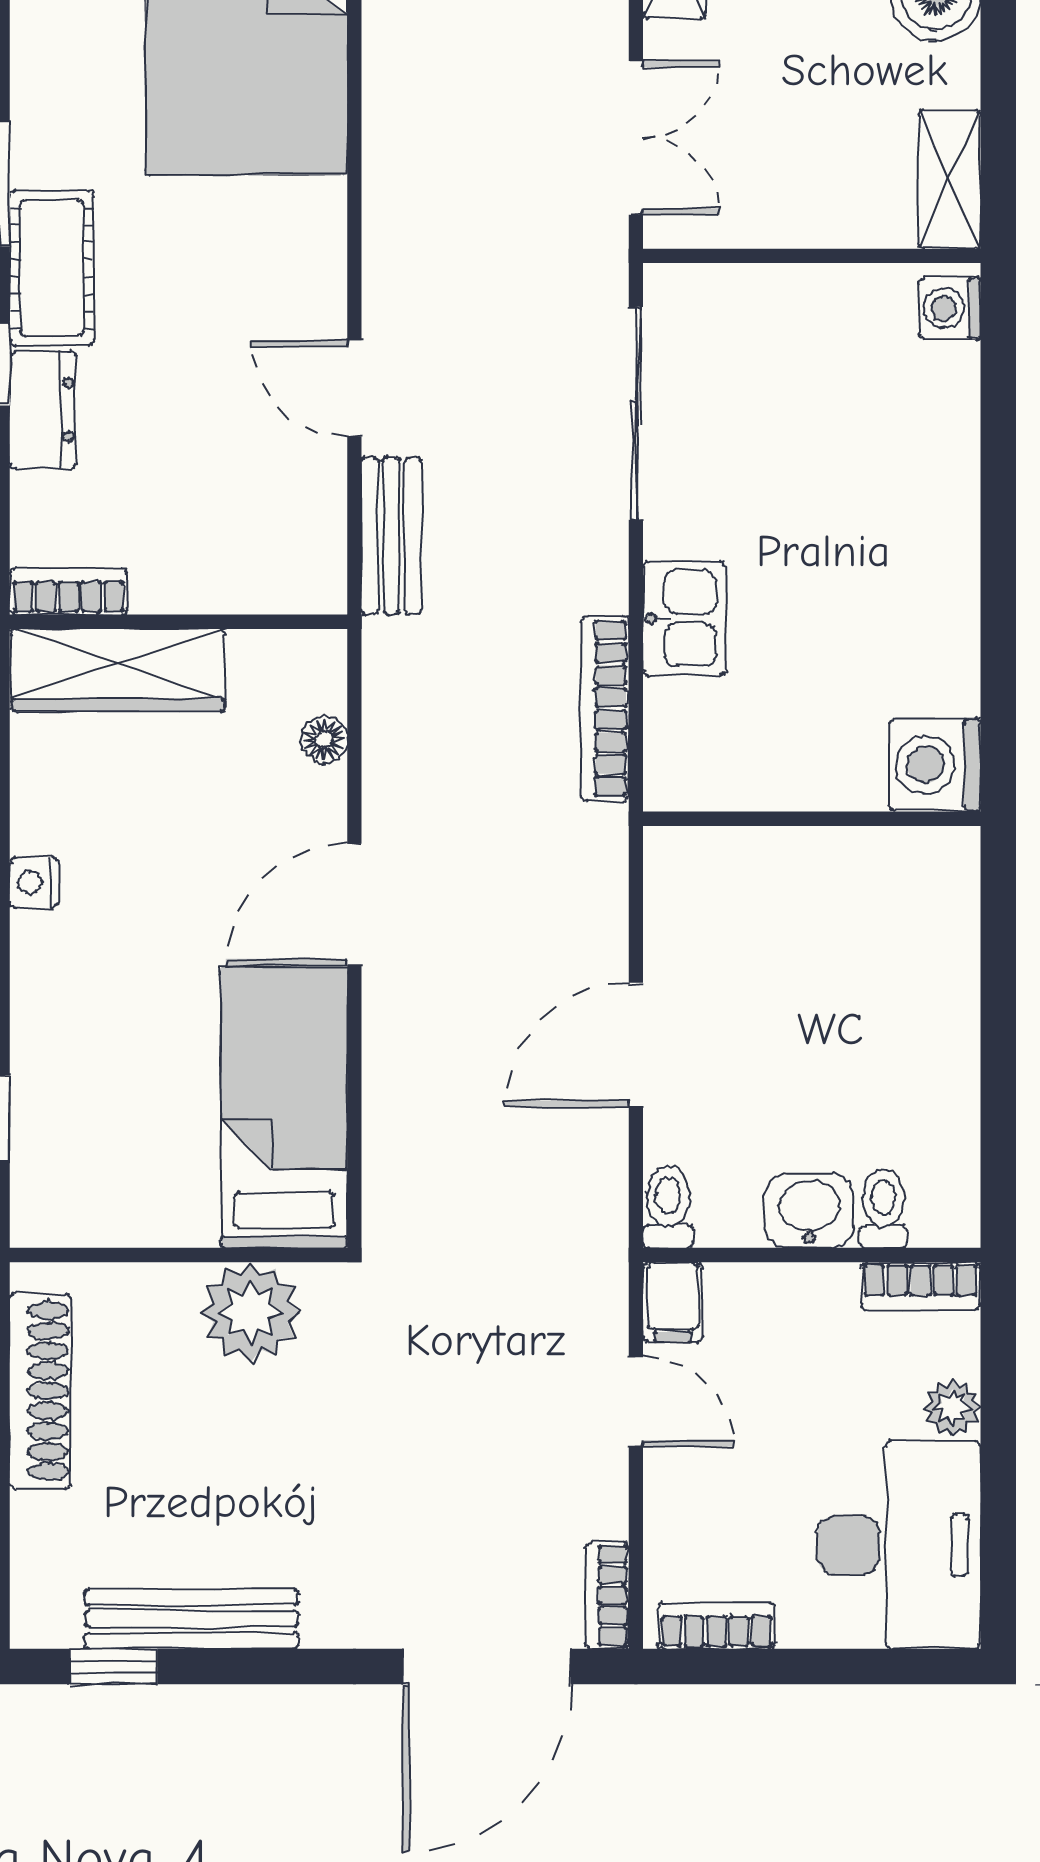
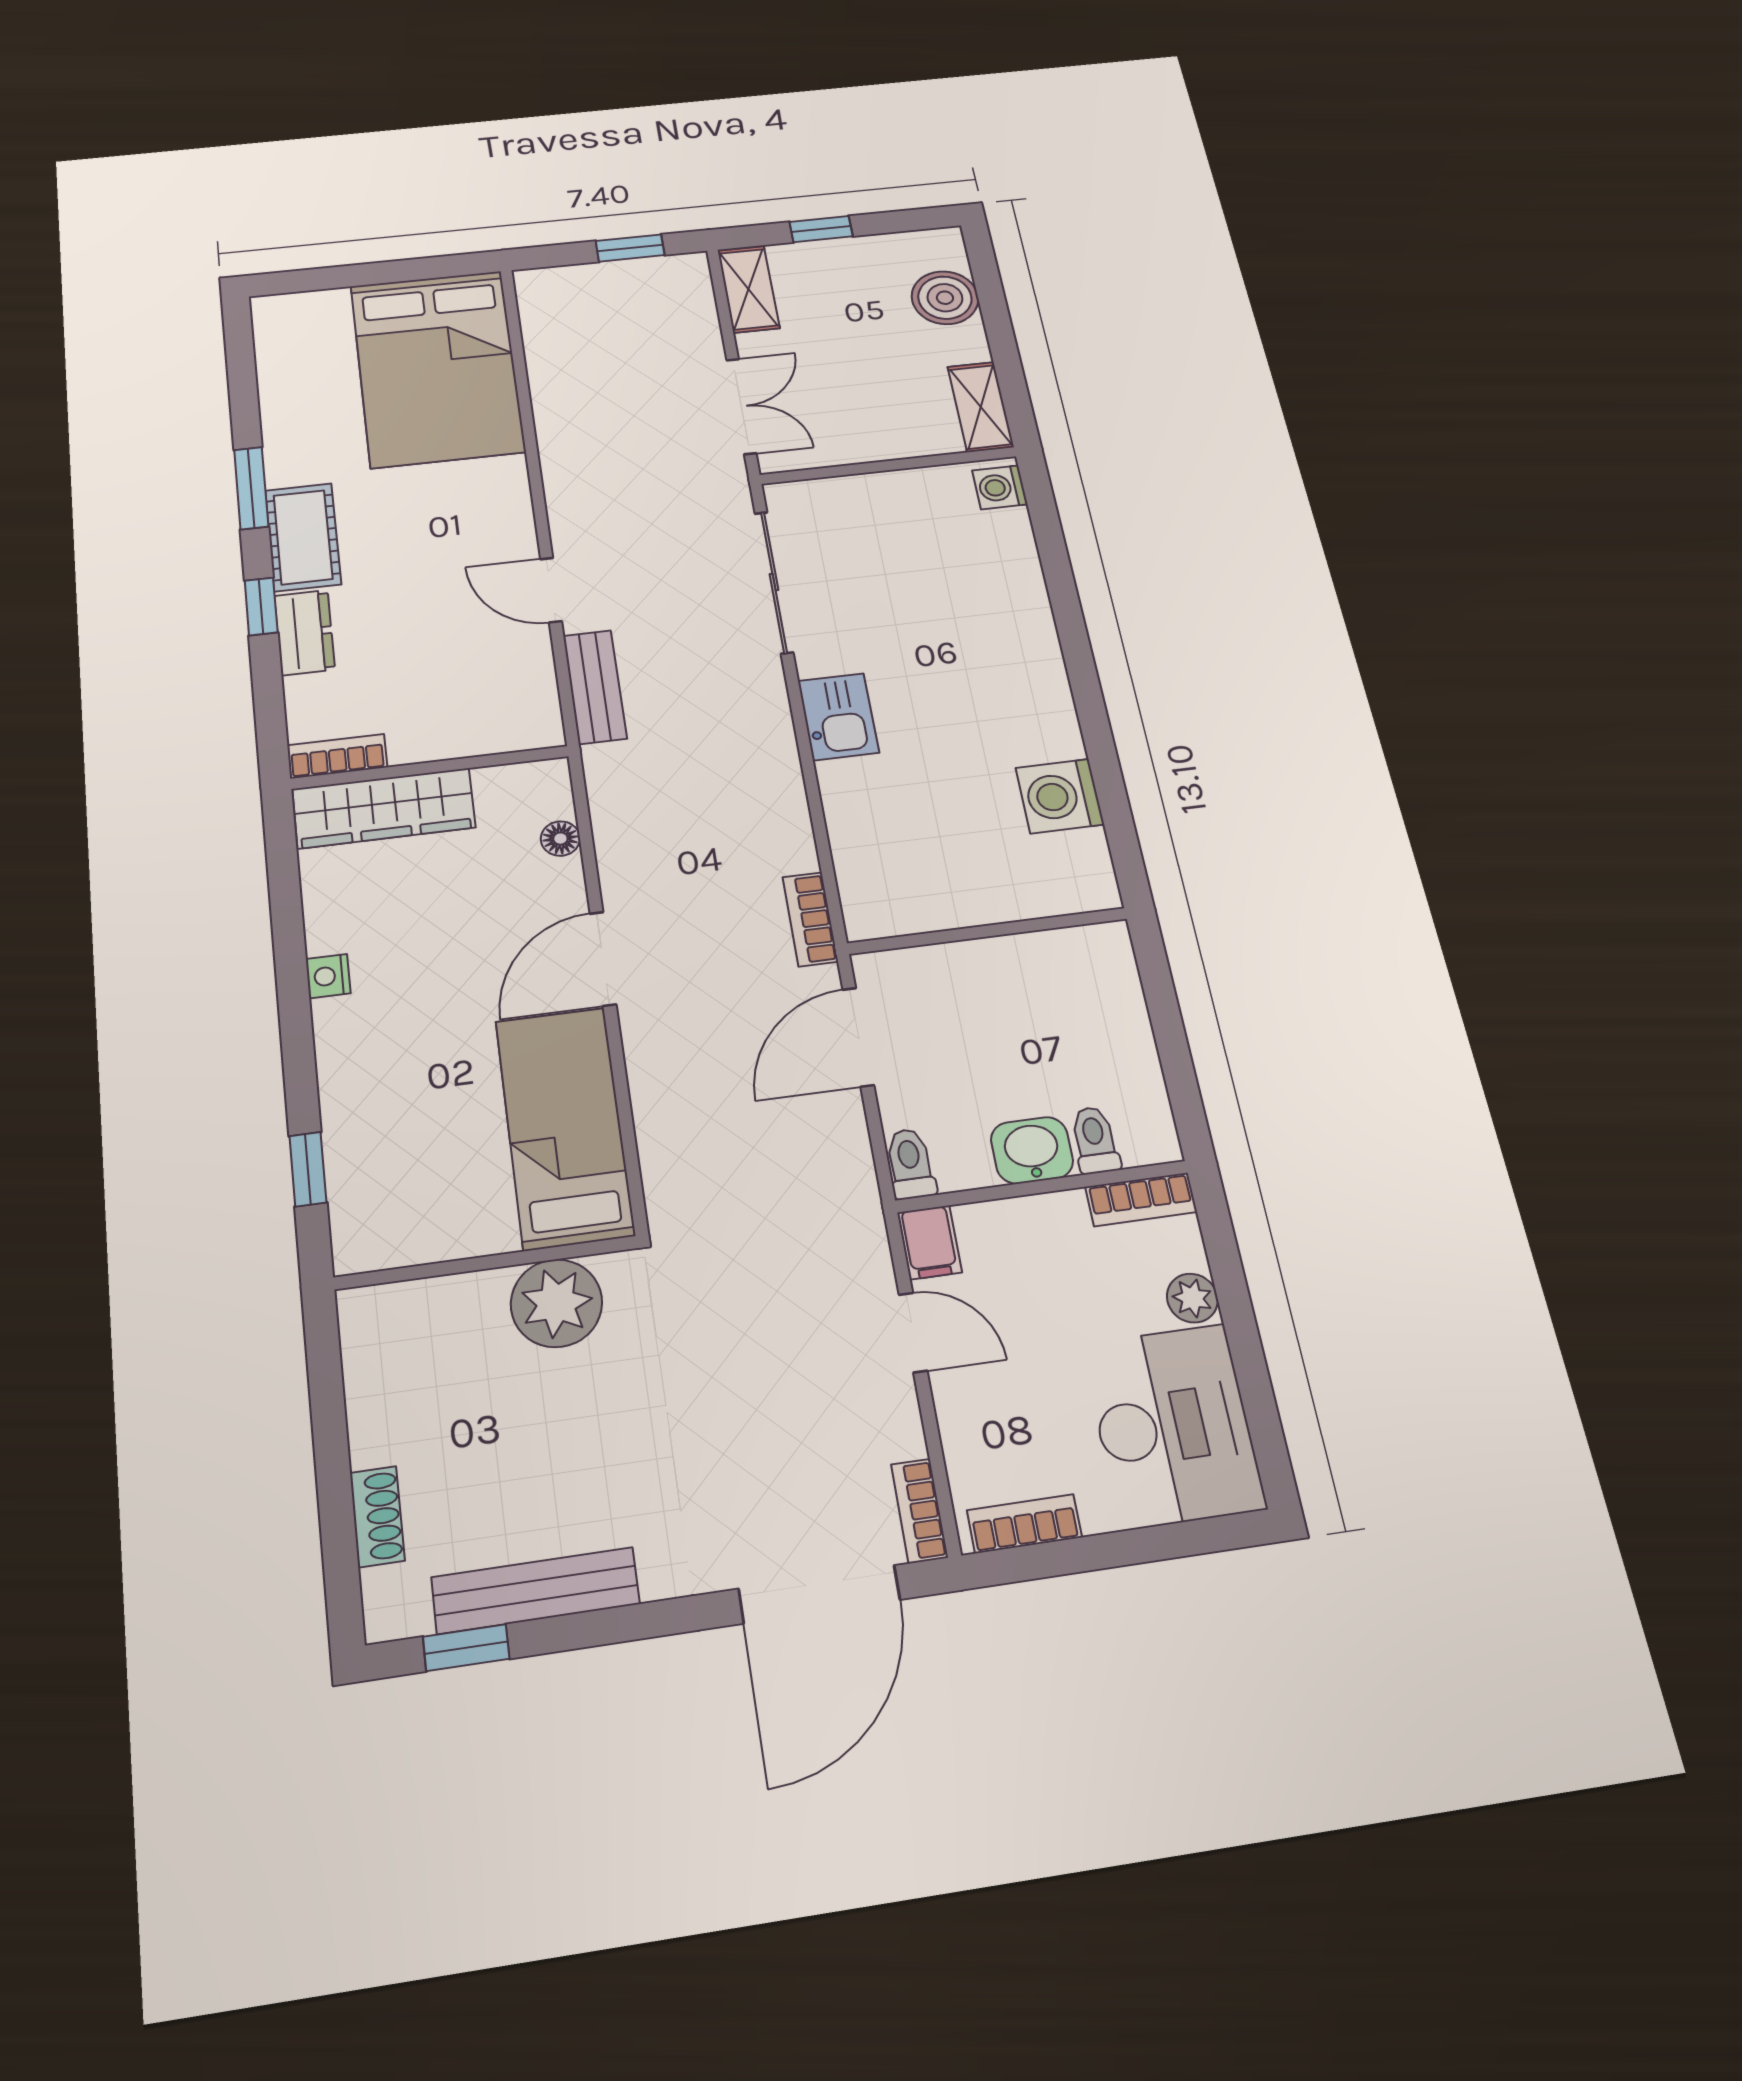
bookcase: (605, 709) -> (810, 919), moved, width x0.64
wall: (812, 819) -> (988, 931), moved
shoe rack: (40, 1391) -> (377, 1517), moved, width x0.51, depth x0.81

